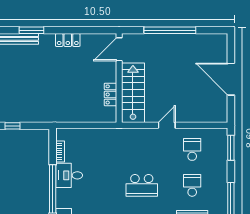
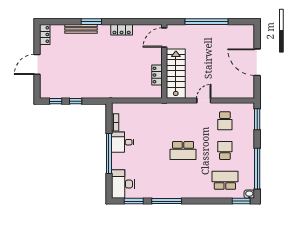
school desk: (192, 149) -> (225, 121), turned 180

